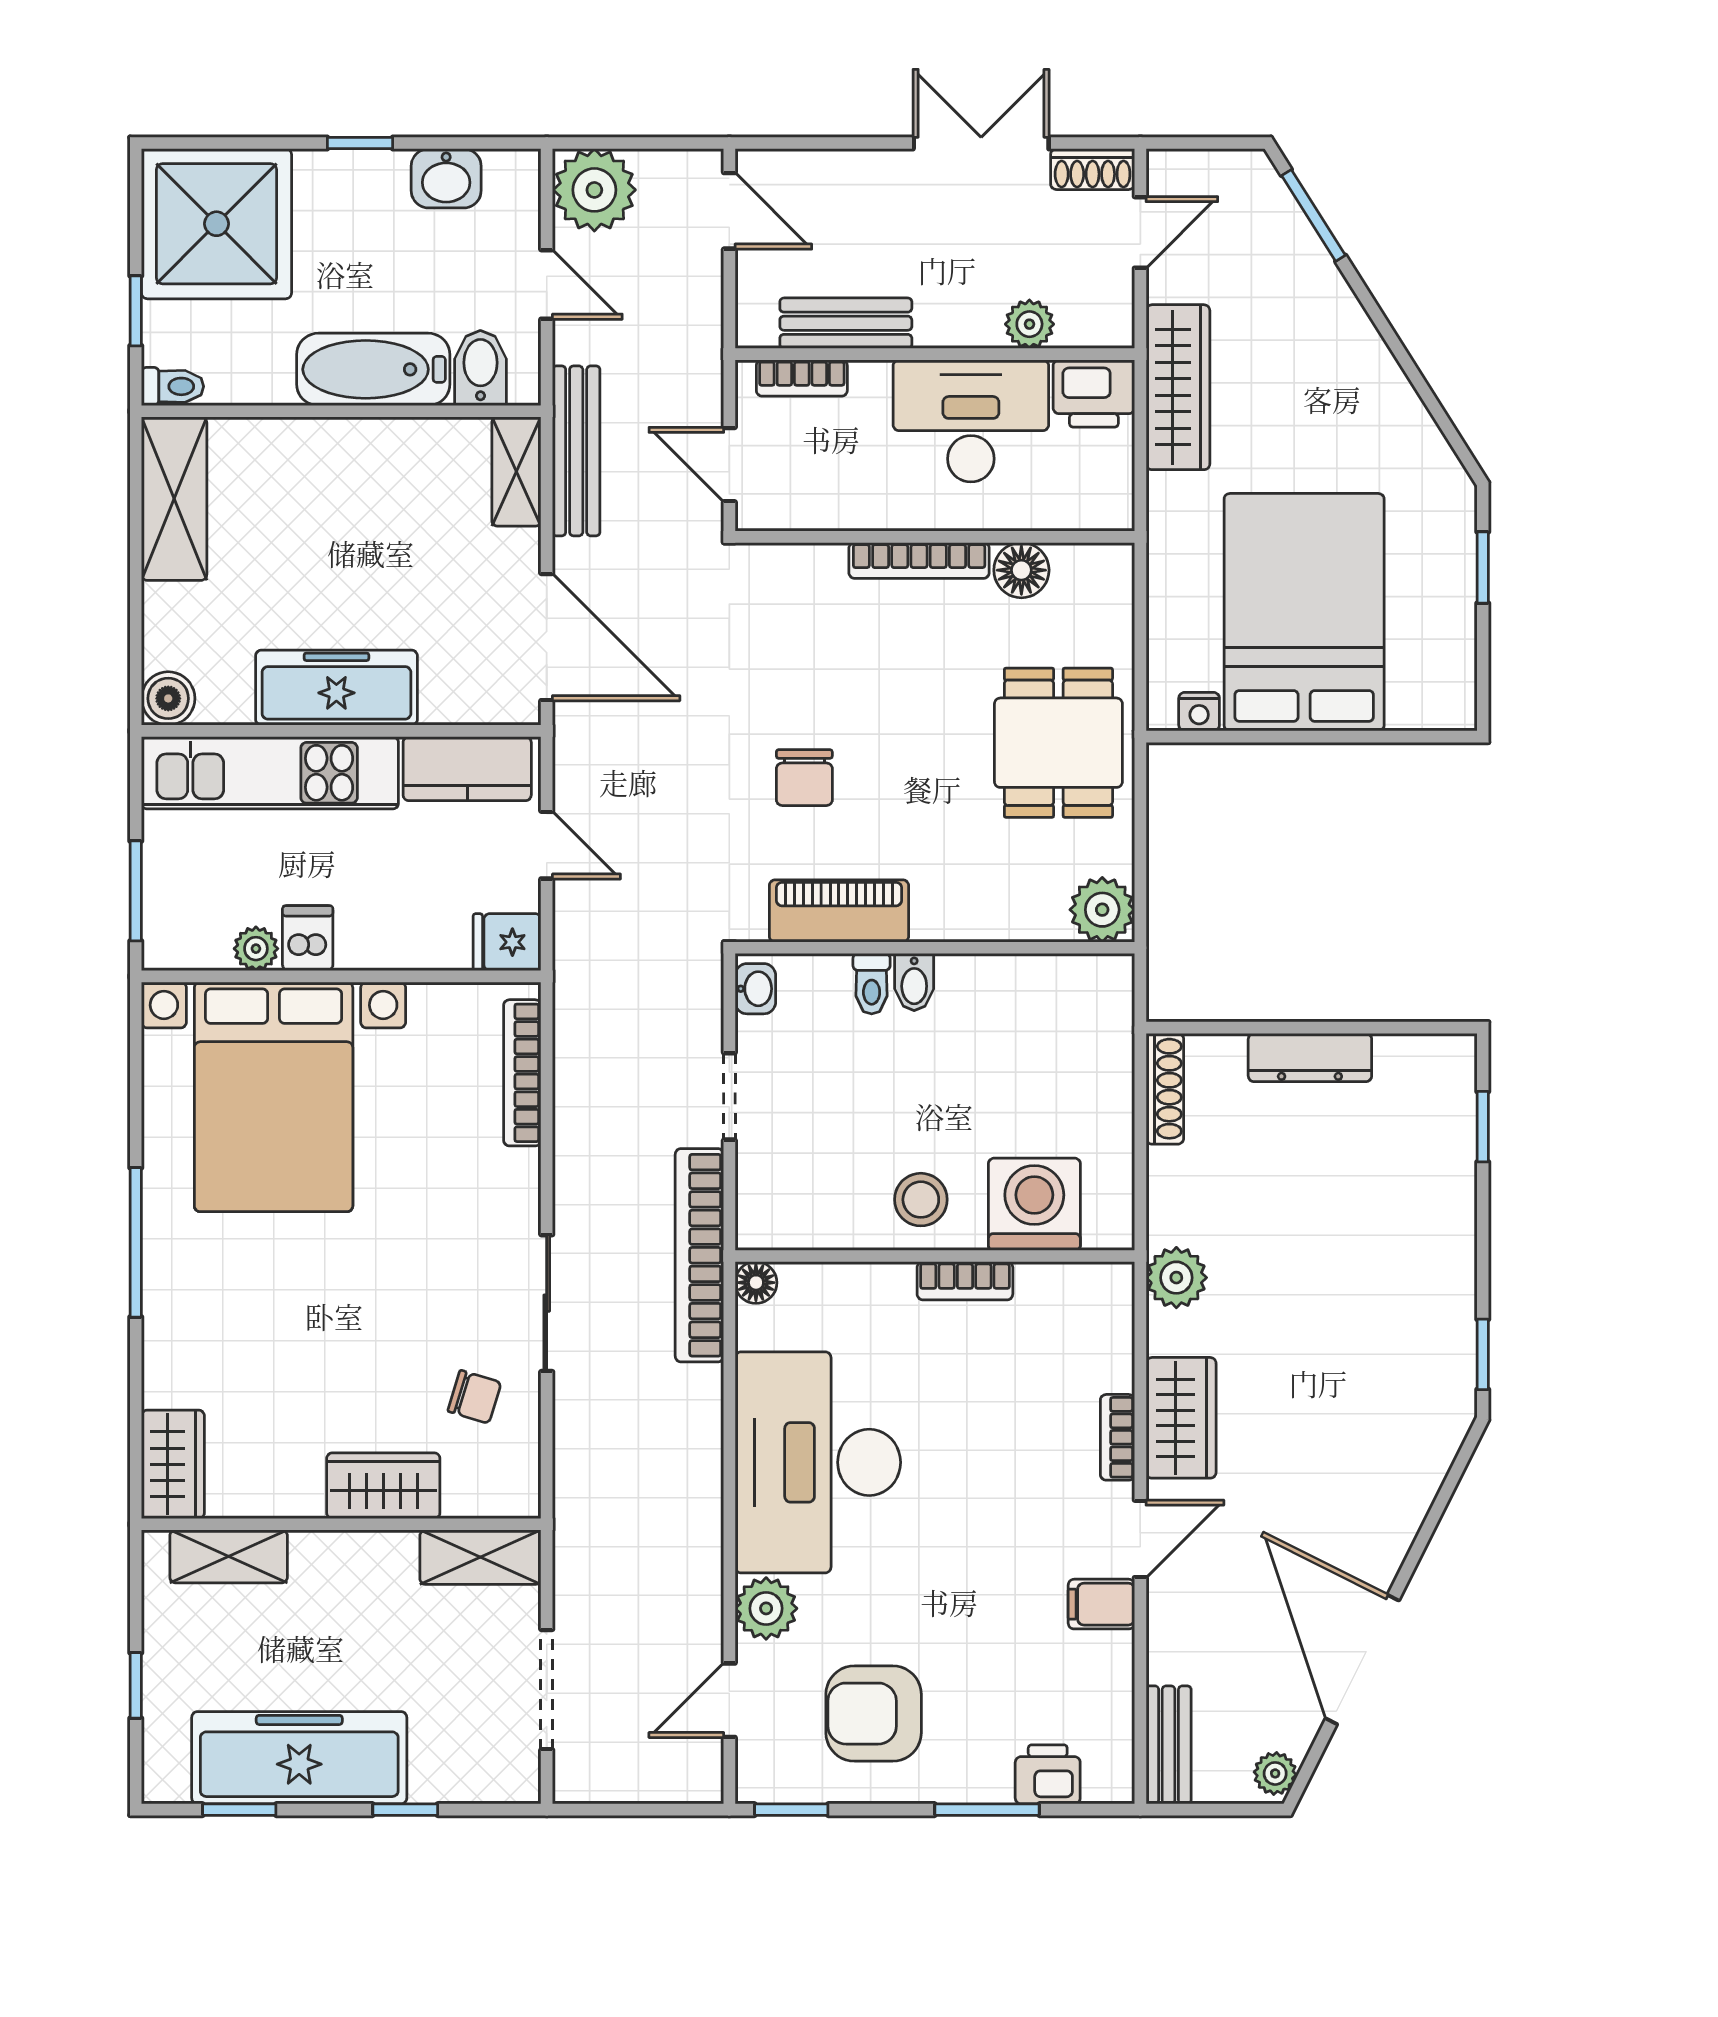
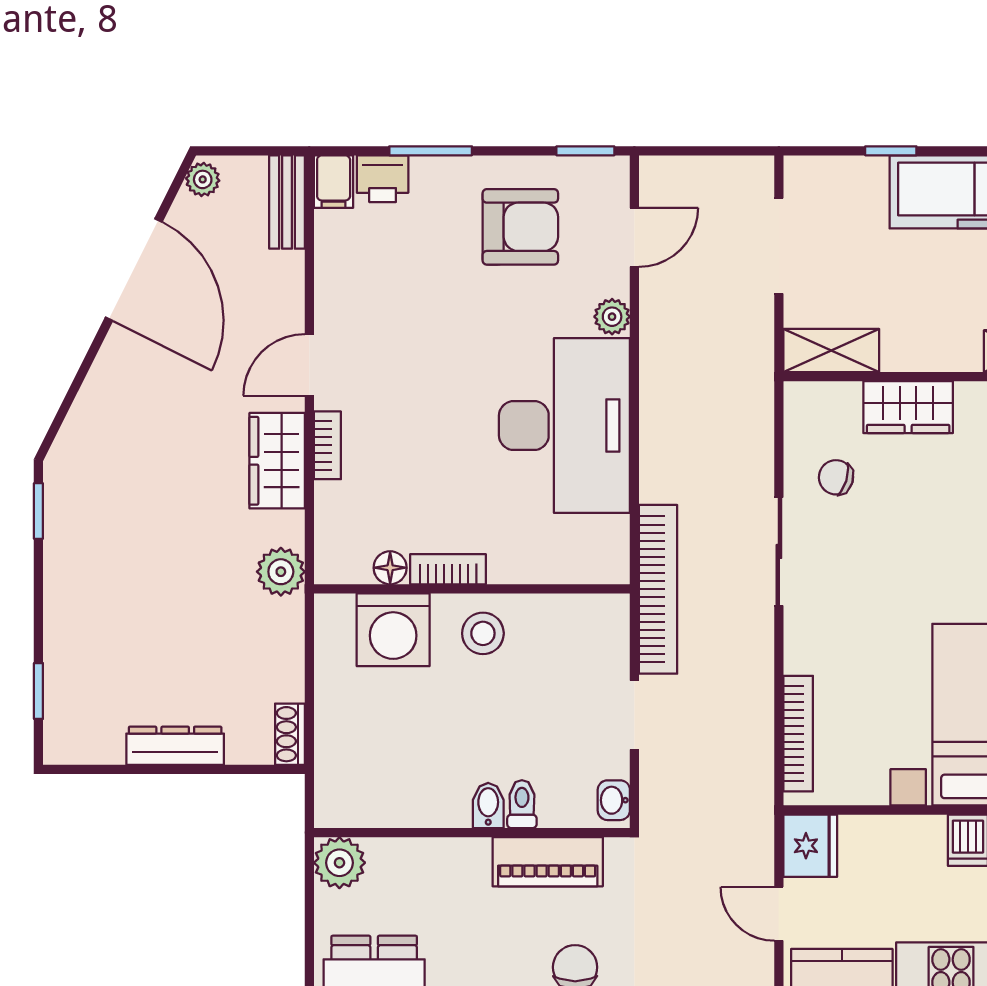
fridge: (507, 942) -> (810, 846), width x1.38
shoe rack: (1165, 1089) -> (290, 734), width x0.70
floor lamp: (756, 1283) -> (390, 568), moved
filing cabinet: (1101, 1604) -> (334, 182), moved, turned 90
plant: (766, 1608) -> (612, 317), width x0.73, depth x0.73

